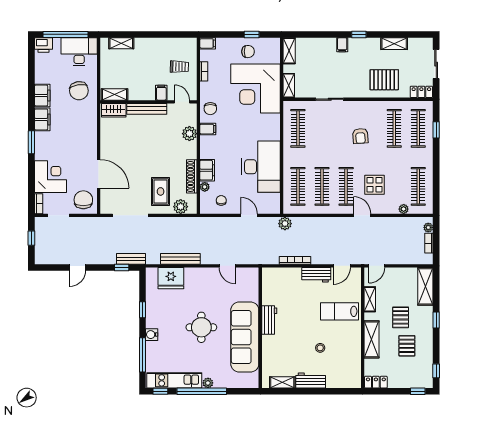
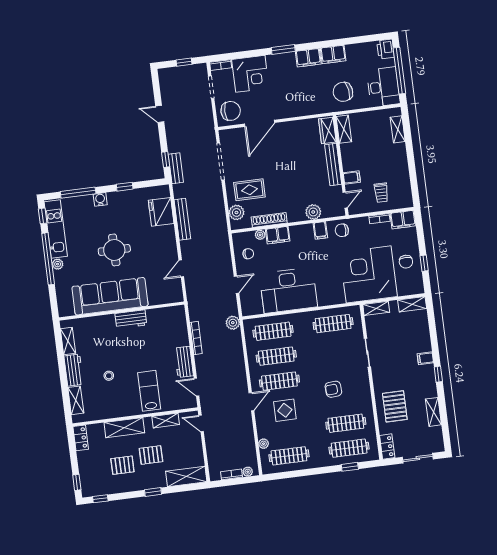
filing cabinet: (208, 43) -> (403, 220), width x2.00
shelving: (340, 382) -> (76, 400), added

